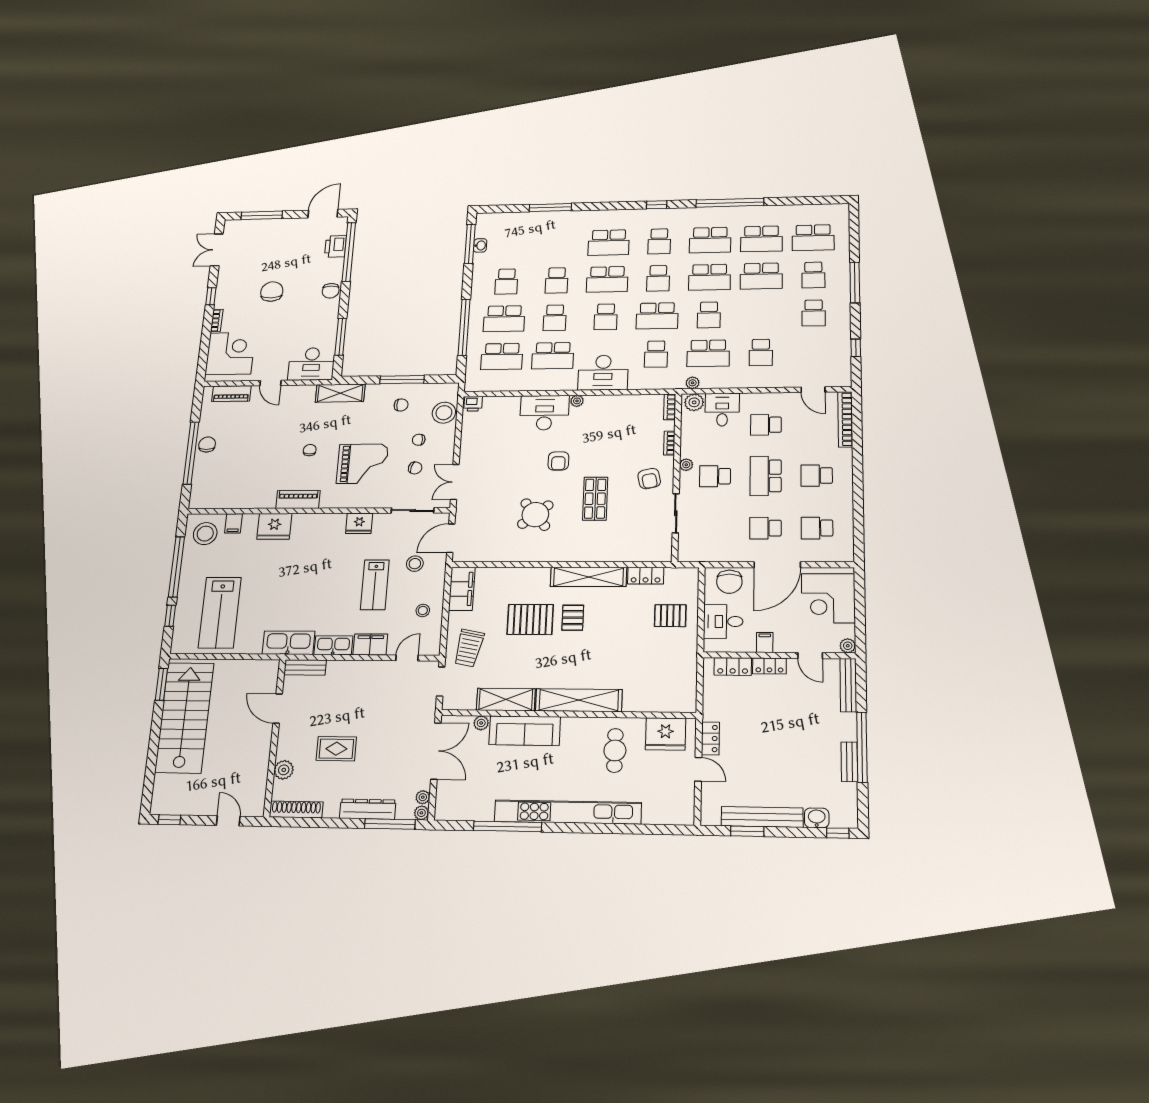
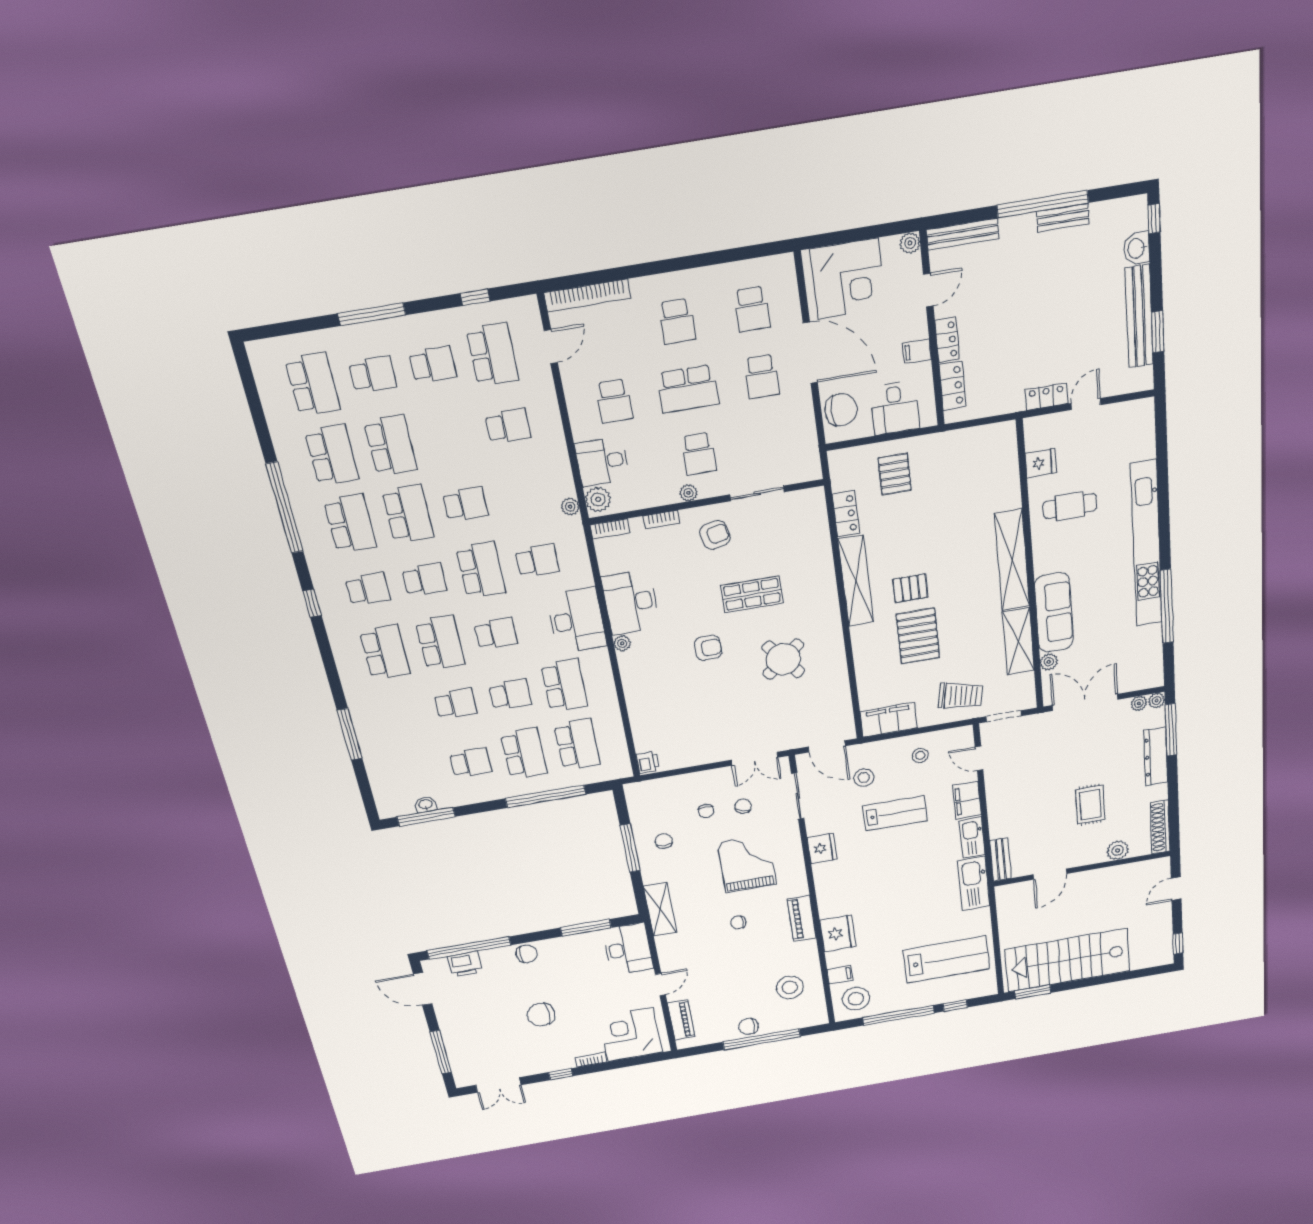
school desk: (708, 353) -> (493, 355), moved
stool: (444, 413) -> (790, 987), moved
desk: (544, 413) -> (631, 602), moved
fridge: (666, 734) -> (1041, 463), width x0.53, depth x0.75

